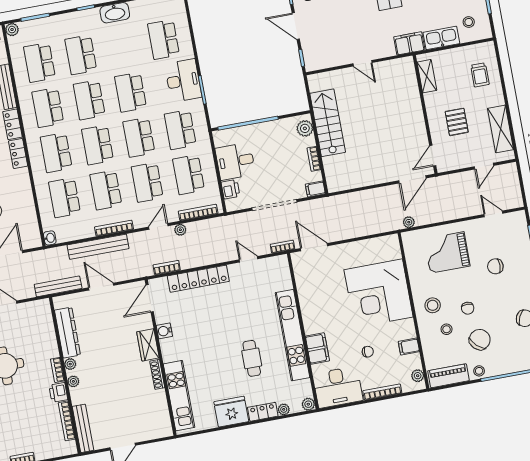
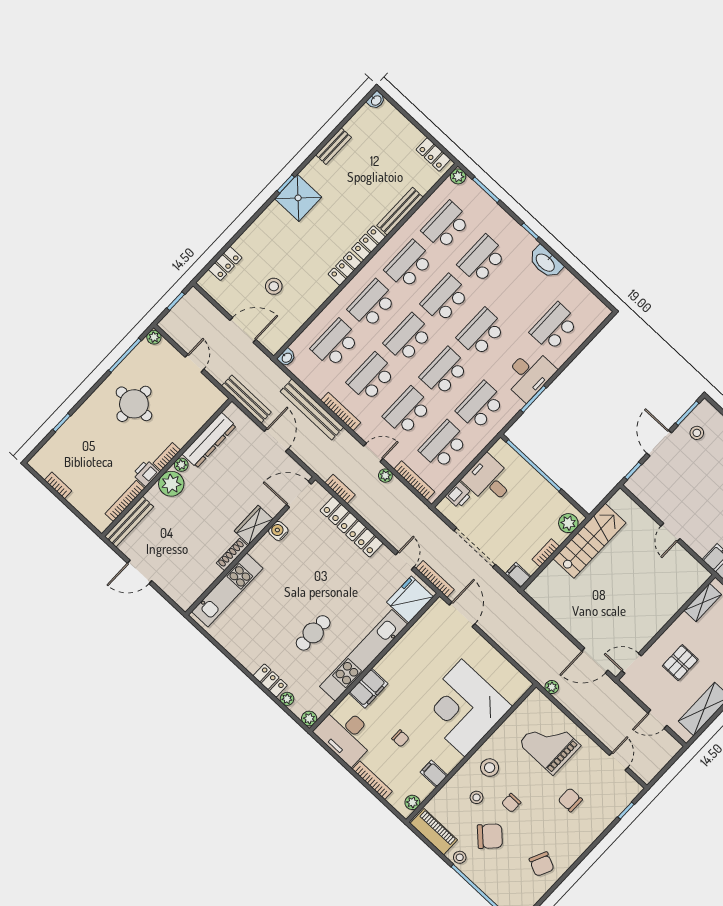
bookcase: (282, 247) -> (435, 579), width x1.56
plant: (73, 381) -> (171, 484), width x1.88, depth x1.88
fridge: (231, 412) -> (410, 600), moved, turned -90

